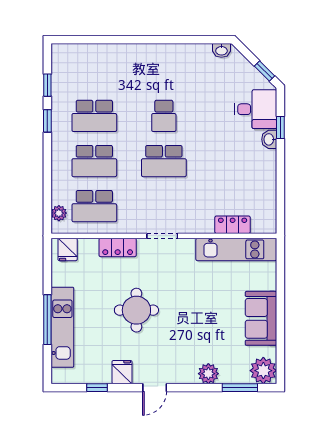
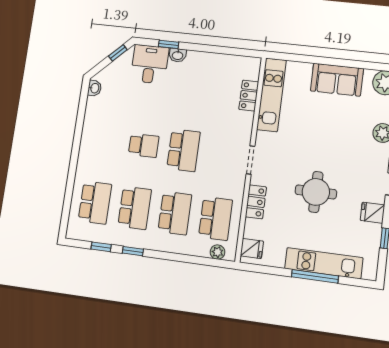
school desk: (94, 71) -> (95, 203), added

